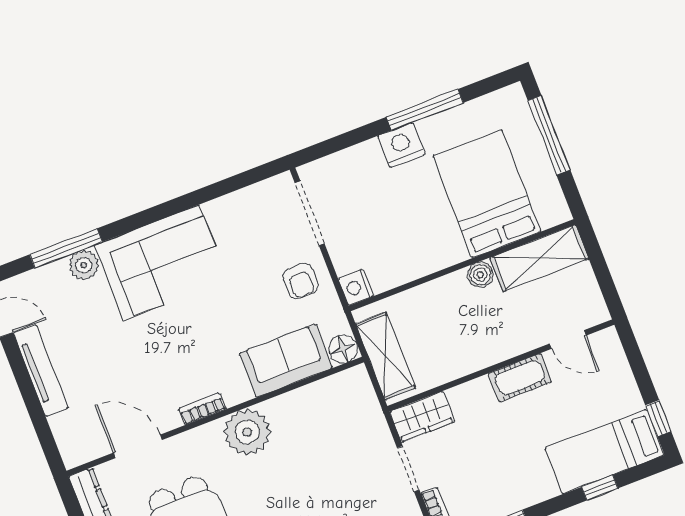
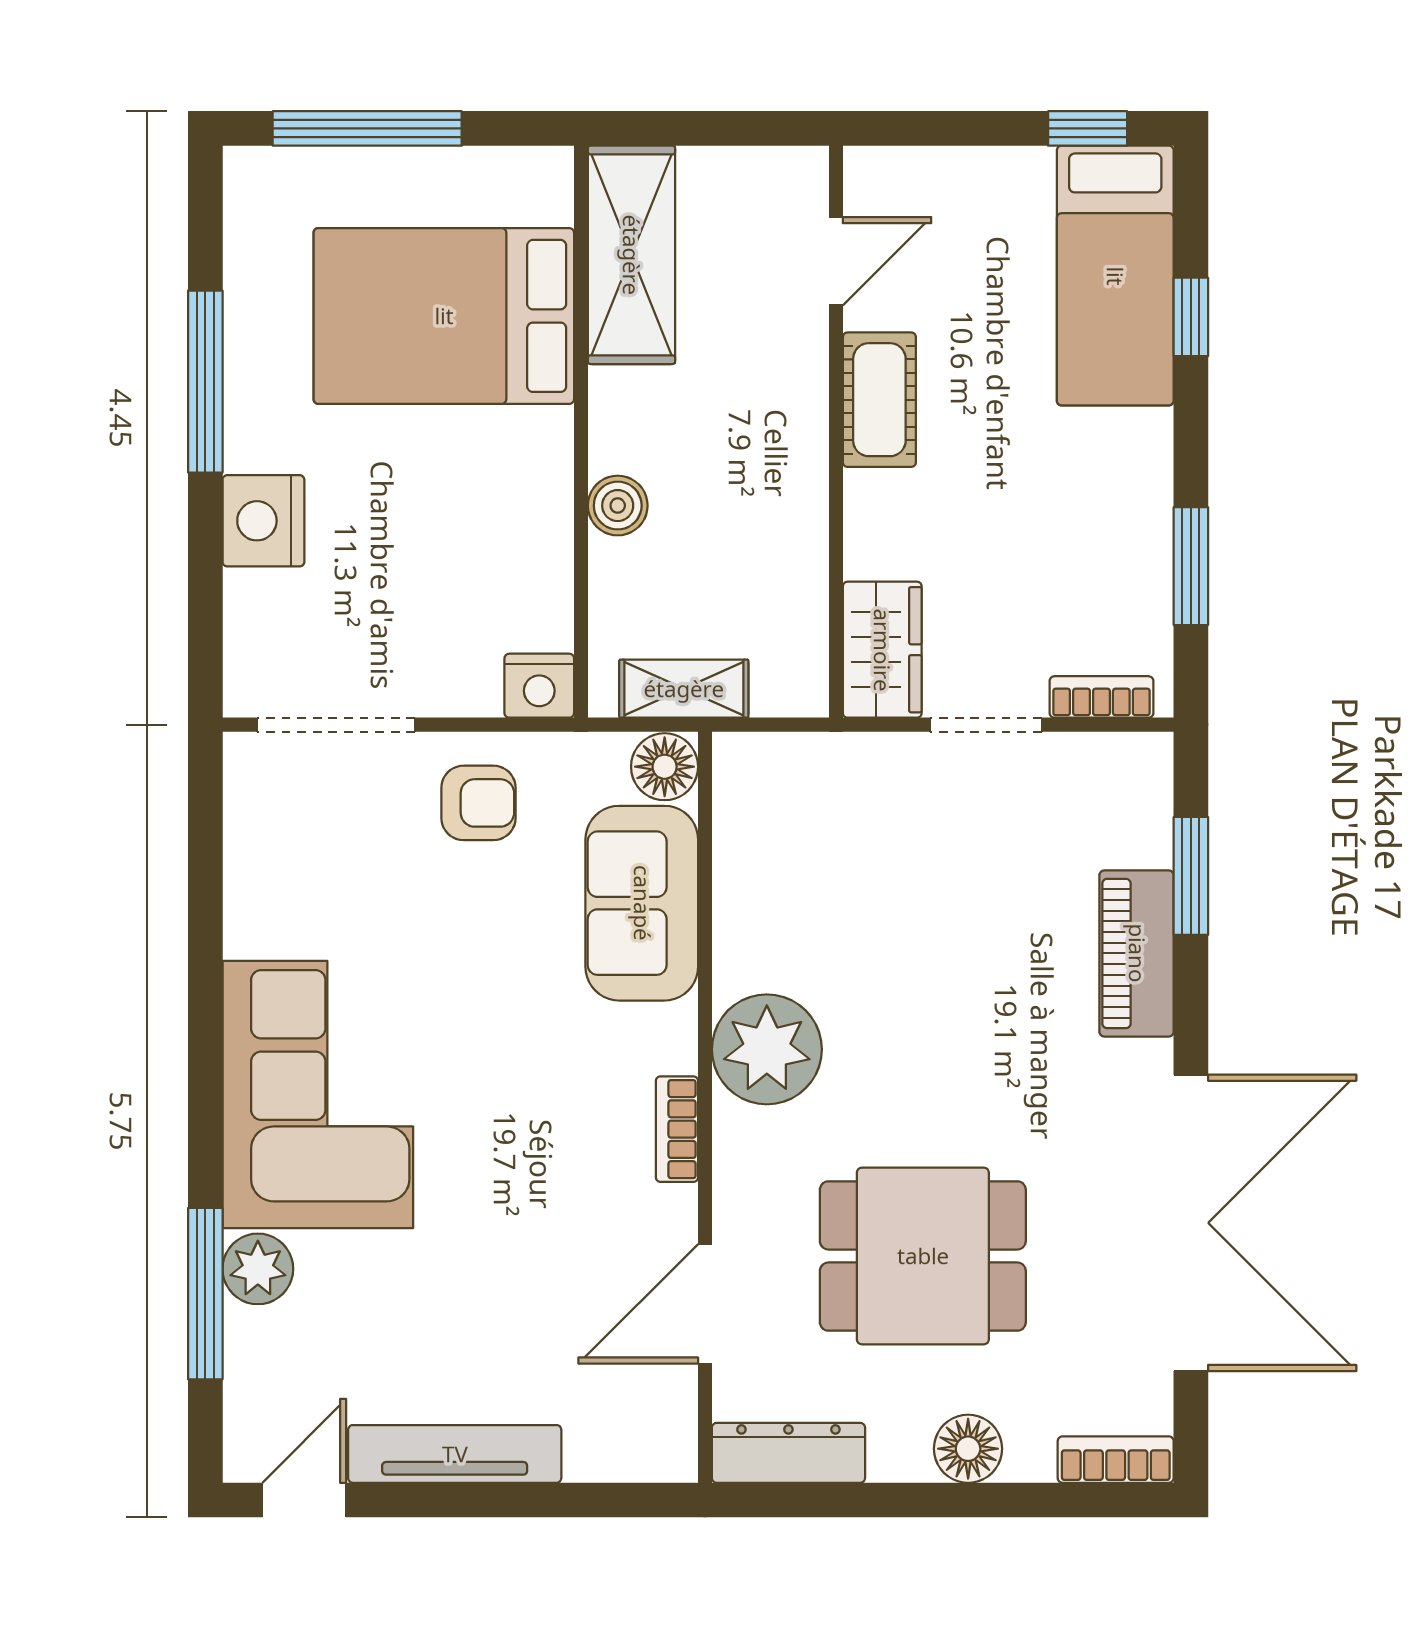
nightstand: (401, 145) -> (263, 521), moved
boiler: (480, 275) -> (618, 506), moved
shelving: (385, 356) -> (684, 689), width x0.67, depth x0.75

